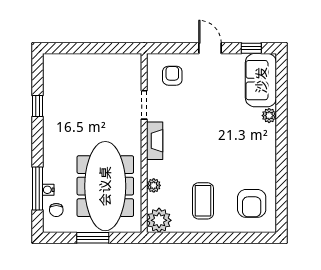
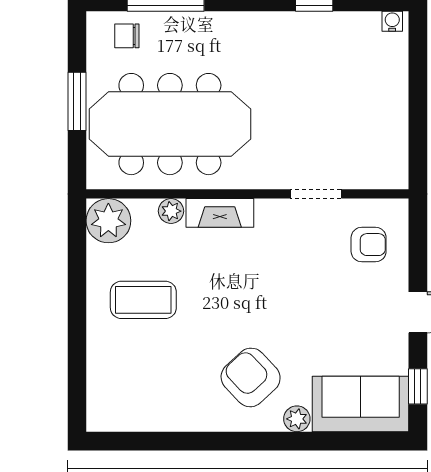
fireplace: (155, 141) -> (220, 213), moved
water cooler: (48, 190) -> (392, 21), moved
armchair: (252, 203) -> (251, 377), moved, turned 47

